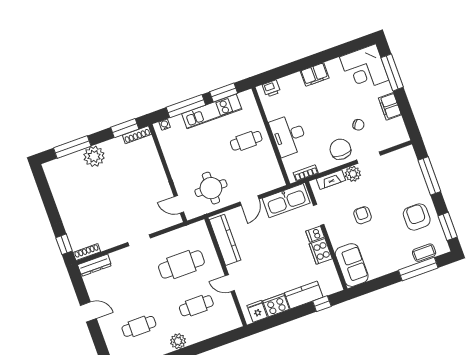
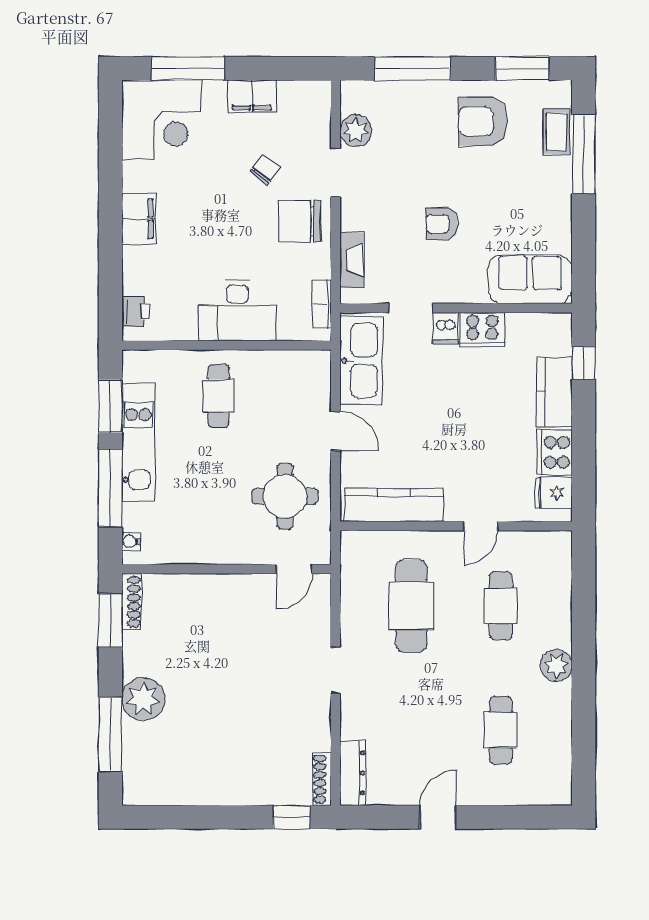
plant: (353, 174) -> (356, 131), moved

